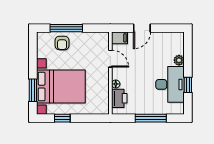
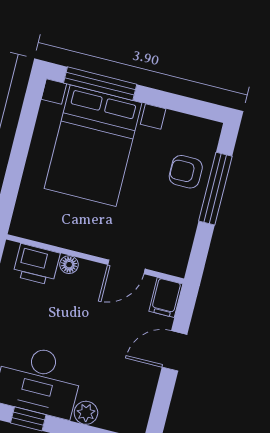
door: (142, 28) -> (175, 351), hinge flipped
window: (33, 90) -> (100, 84), width x1.44
window: (62, 118) -> (24, 132), removed

